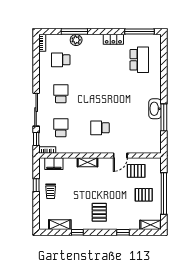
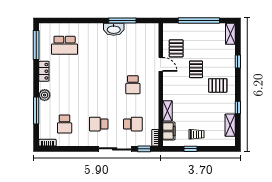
plant: (76, 40) -> (45, 95), moved
school desk: (139, 60) -> (65, 45), turned 180
school desk: (61, 128) -> (133, 124), turned 180
shelving: (87, 162) -> (168, 111), moved
pallet: (144, 195) -> (196, 69), moved

